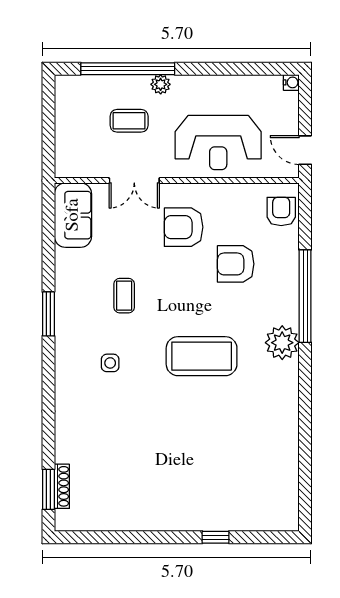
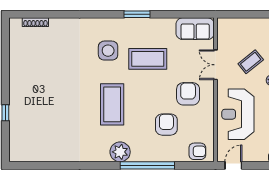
coffee table: (129, 121) -> (251, 62), turned 51
coffee table: (124, 296) -> (148, 59), width x1.86, depth x1.72
side table: (110, 363) -> (108, 51), width x1.87, depth x1.87
window: (48, 489) -> (34, 14), removed

